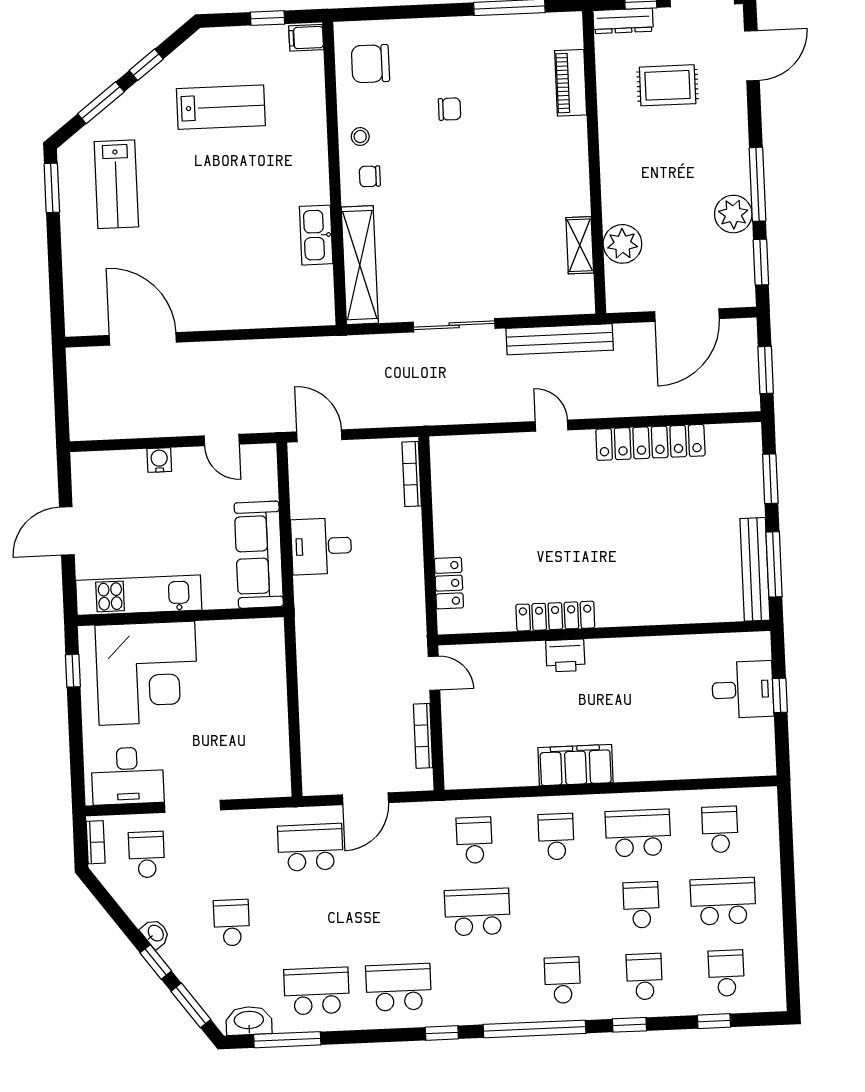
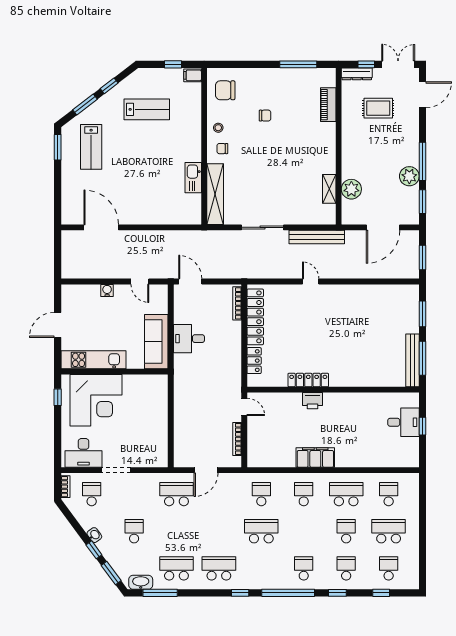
locker: (650, 442) -> (255, 317), moved, turned -90

